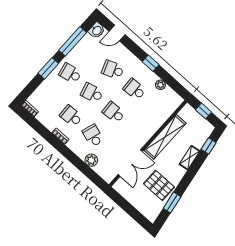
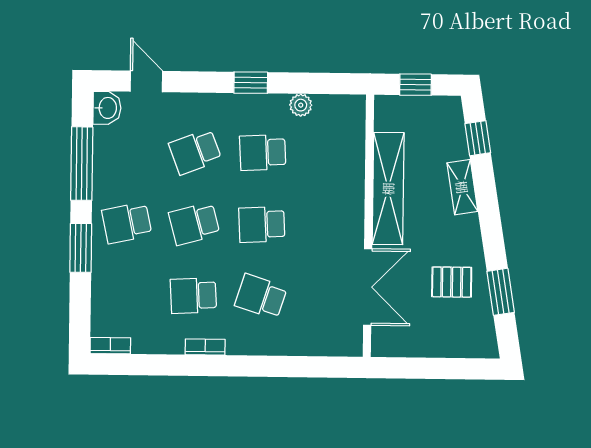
door: (117, 33) -> (146, 81), swing flipped
plant: (91, 160) -> (296, 342), removed
pallet: (159, 185) -> (452, 282), width x0.67, depth x0.71

